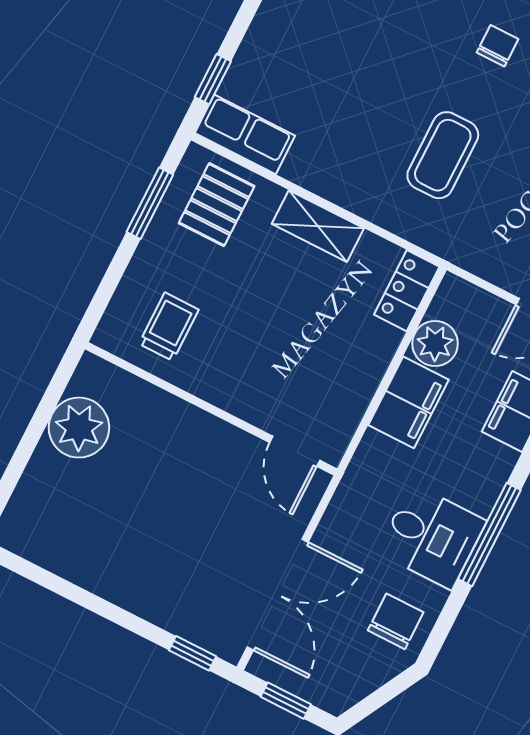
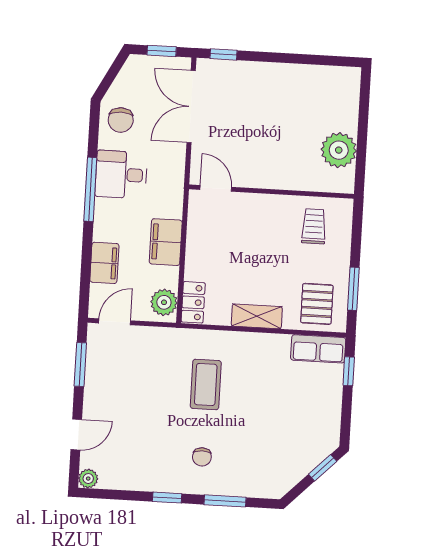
trolley: (169, 327) -> (314, 226), turned 180
plant: (435, 344) -> (164, 302), moved

